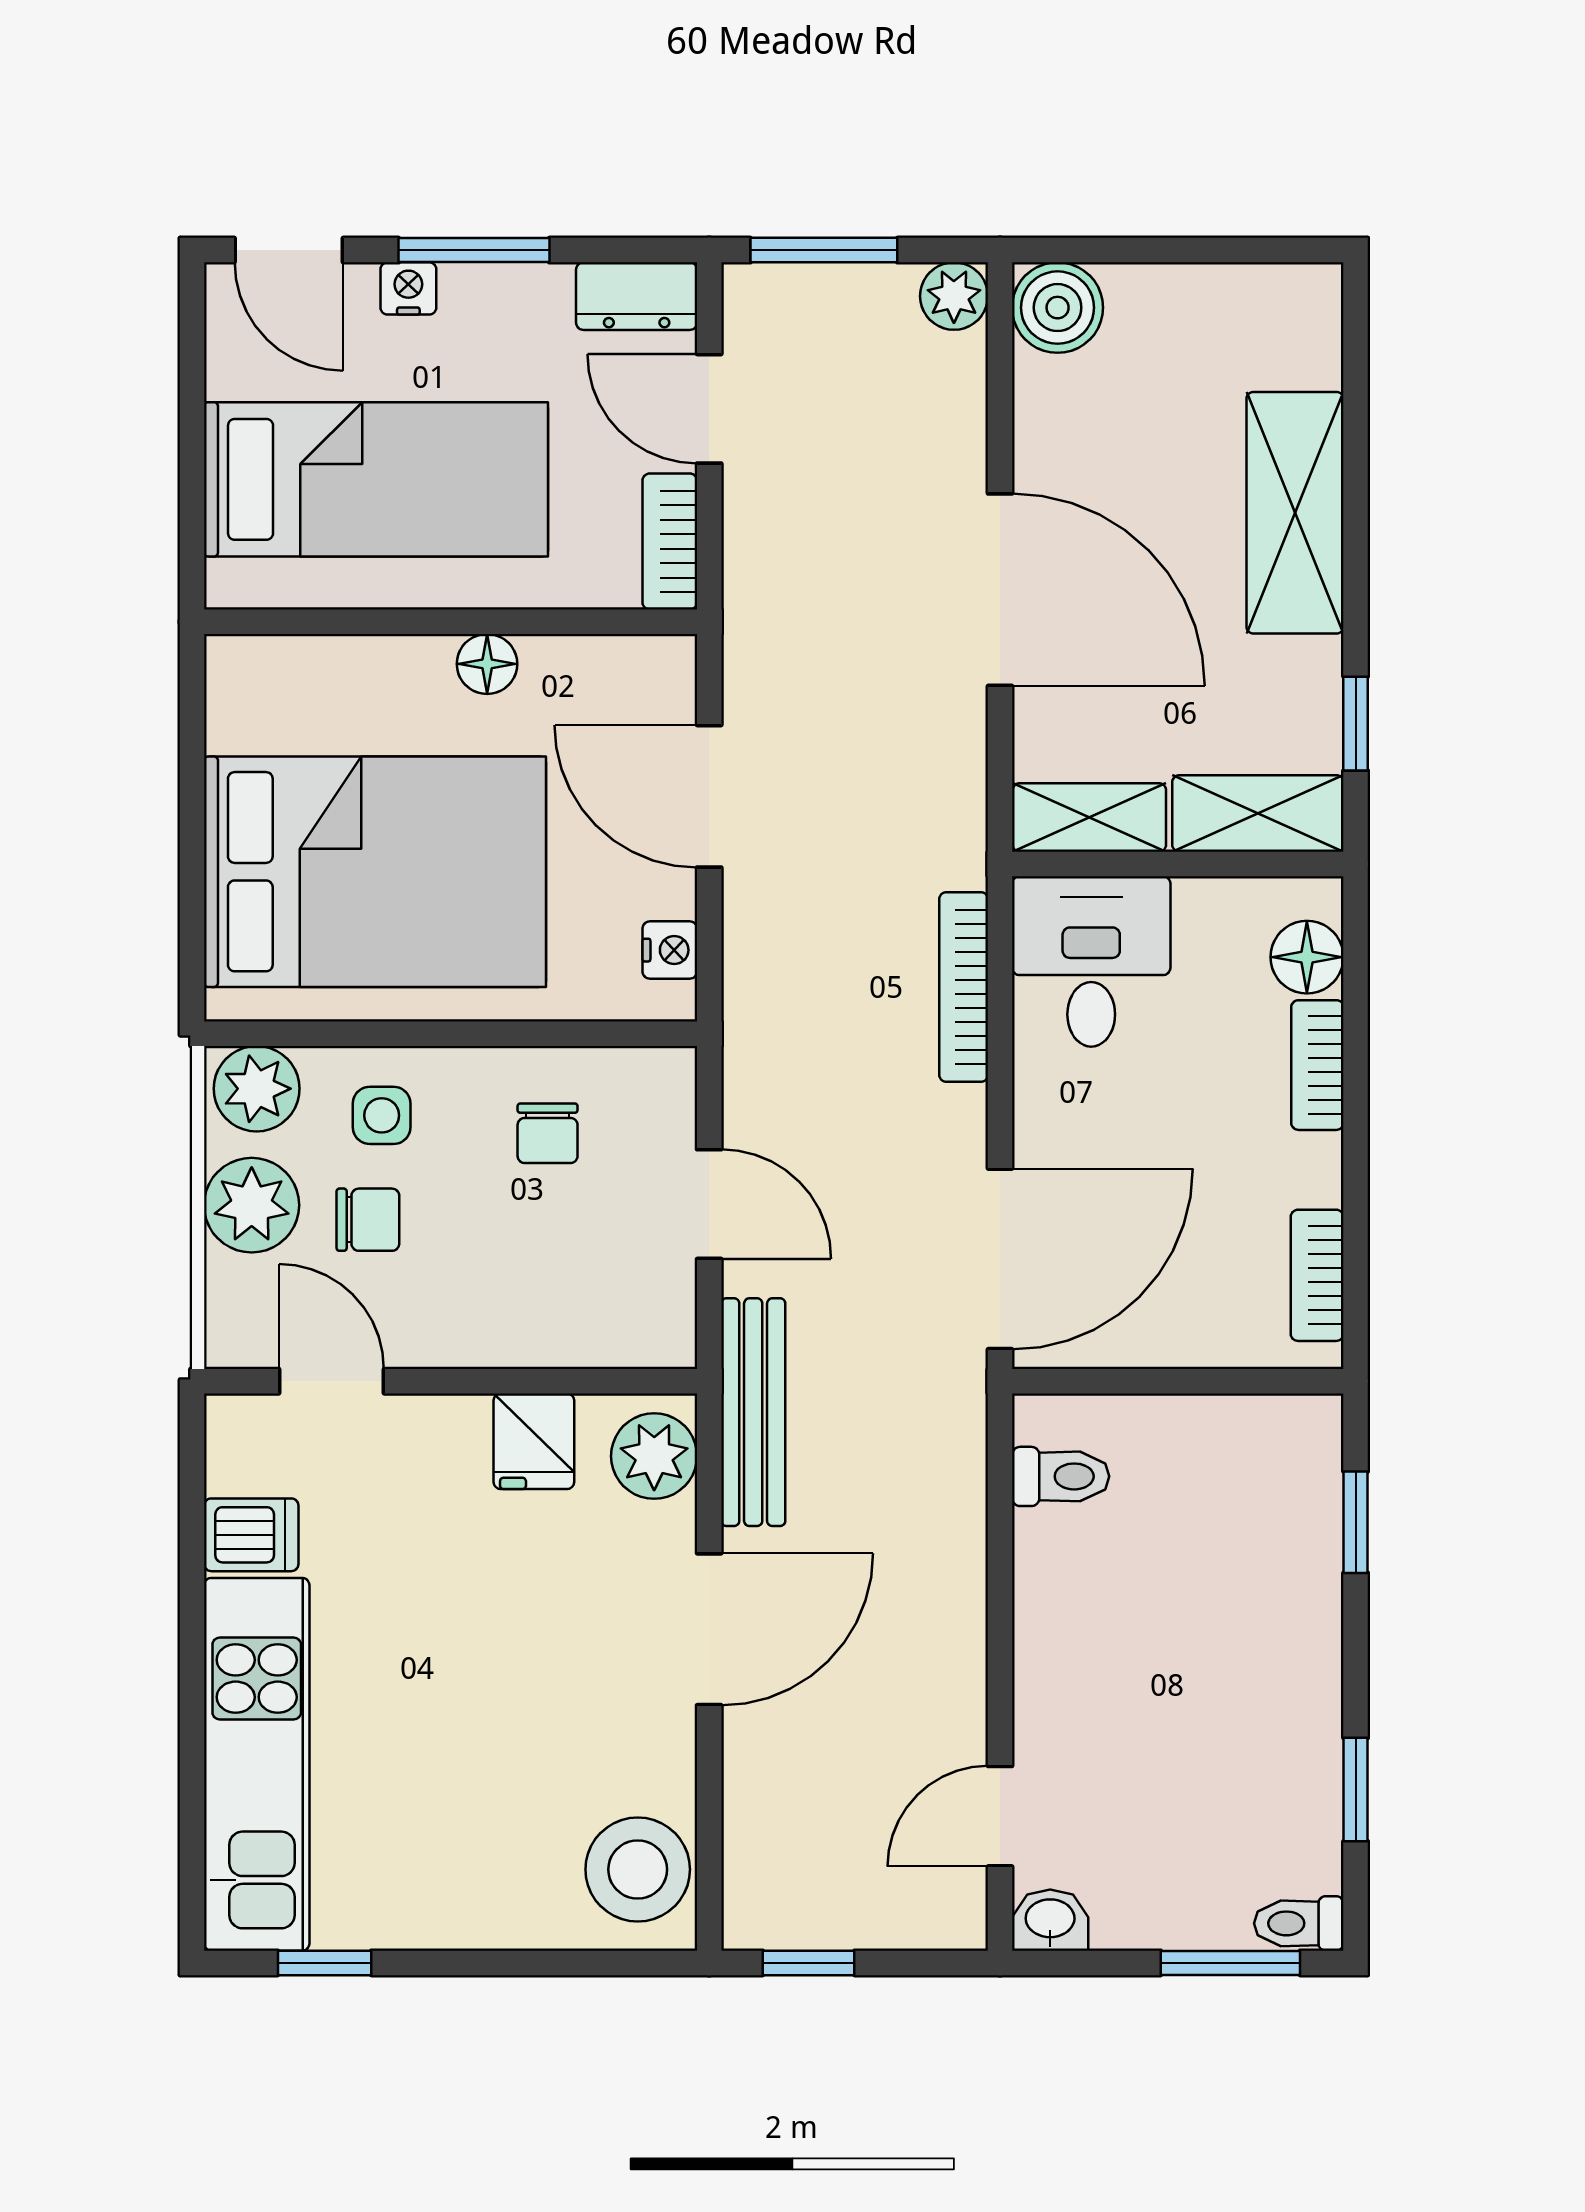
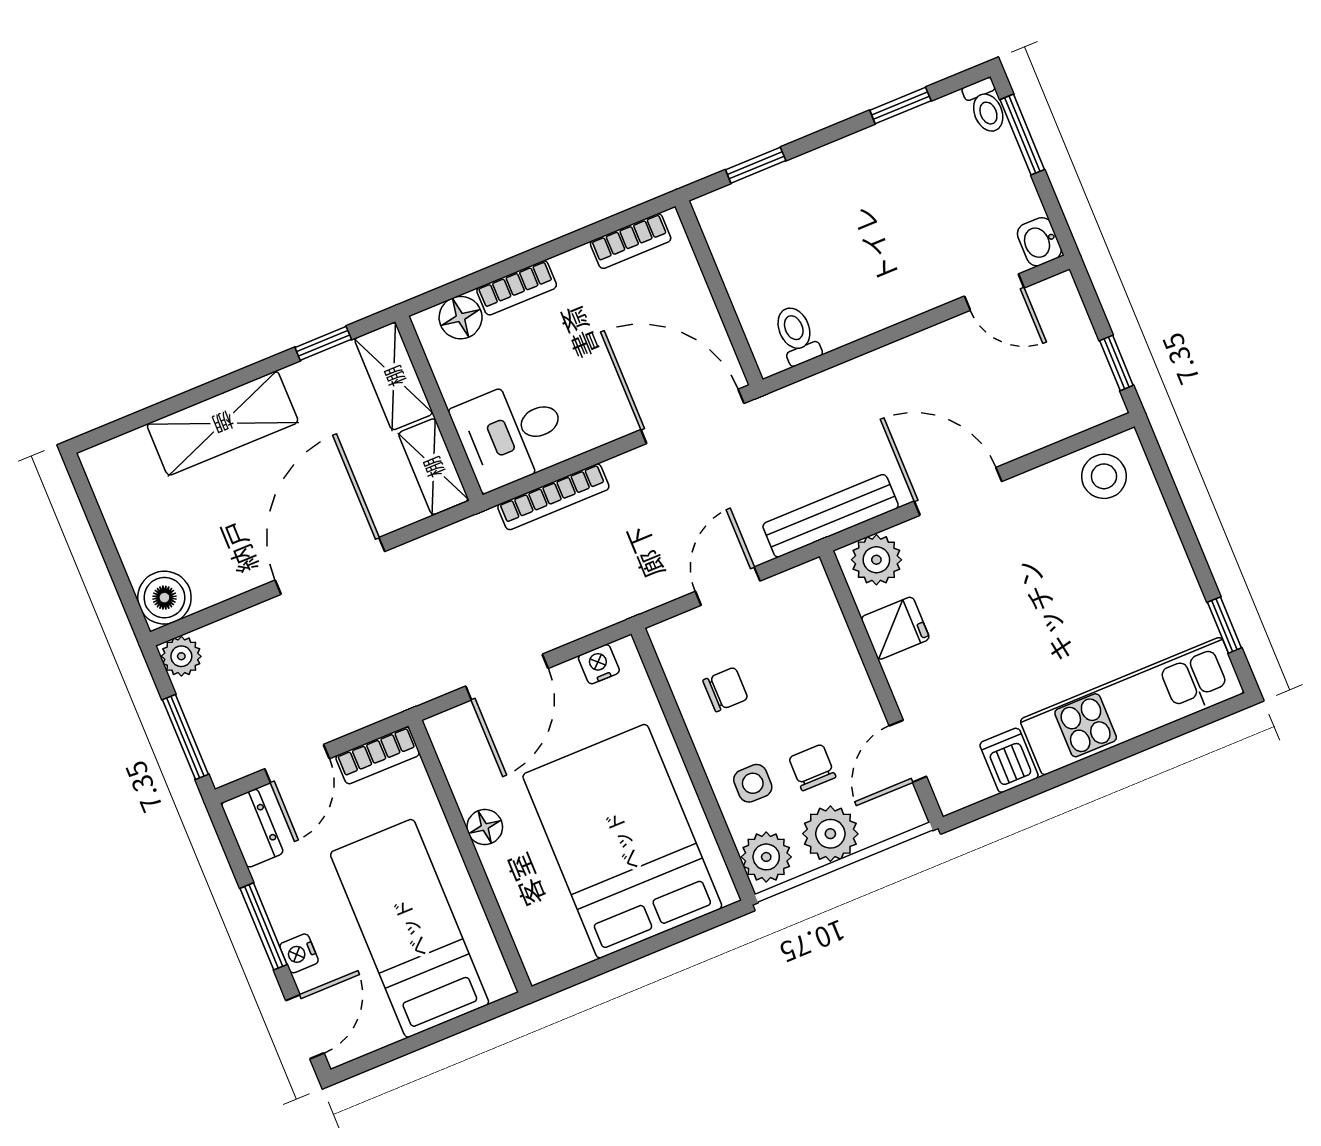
stool: (638, 1869) -> (1104, 476), width x0.73, depth x0.73

